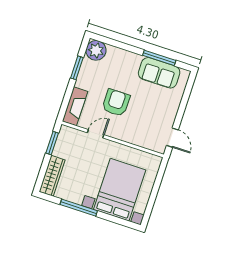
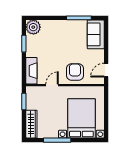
sofa: (159, 73) -> (96, 34), moved, turned 90
armchair: (116, 103) -> (75, 72), moved
door: (172, 138) -> (106, 70), swing flipped

